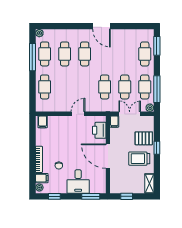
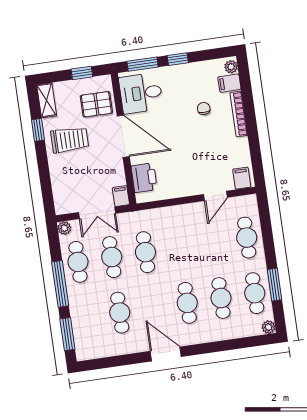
cafe table: (145, 54) -> (120, 313), moved
window: (32, 57) -> (274, 285), width x0.69
window: (157, 89) -> (60, 284), moved
door: (78, 114) -> (215, 196), moved
pallet: (144, 138) -> (96, 104), moved
window: (157, 148) -> (38, 130), moved
desk: (78, 181) -> (141, 93), moved, turned -90
window: (54, 196) -> (178, 59), moved

